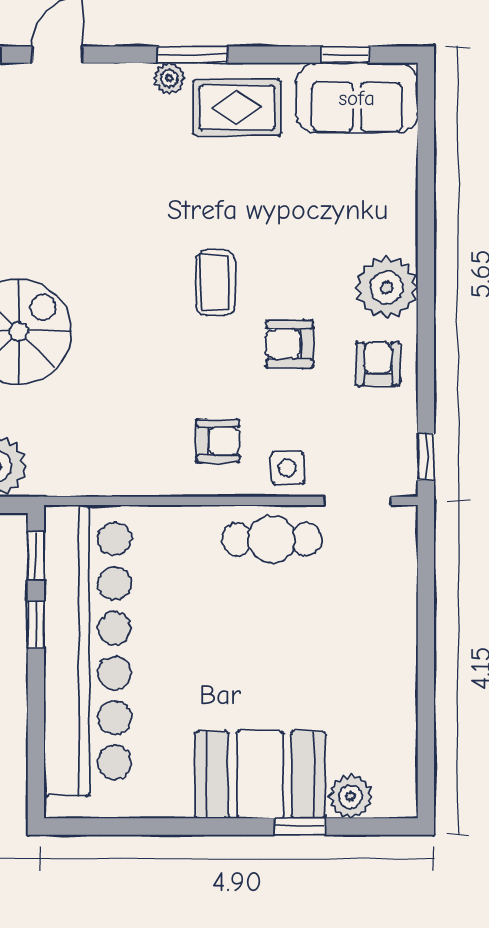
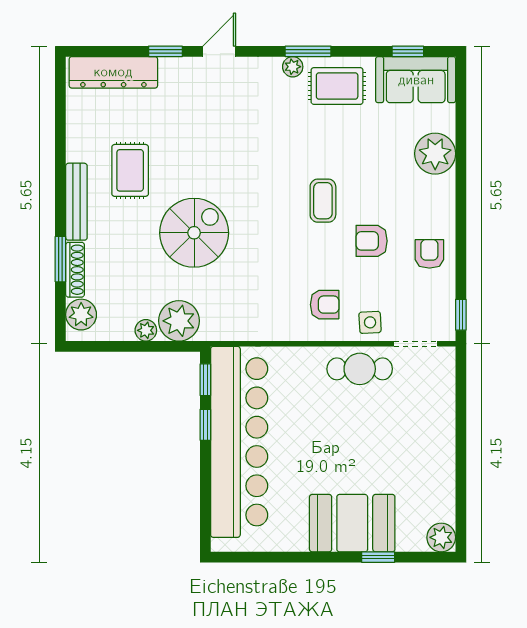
plant: (387, 287) -> (435, 154), moved
plant: (351, 797) -> (441, 537), moved

